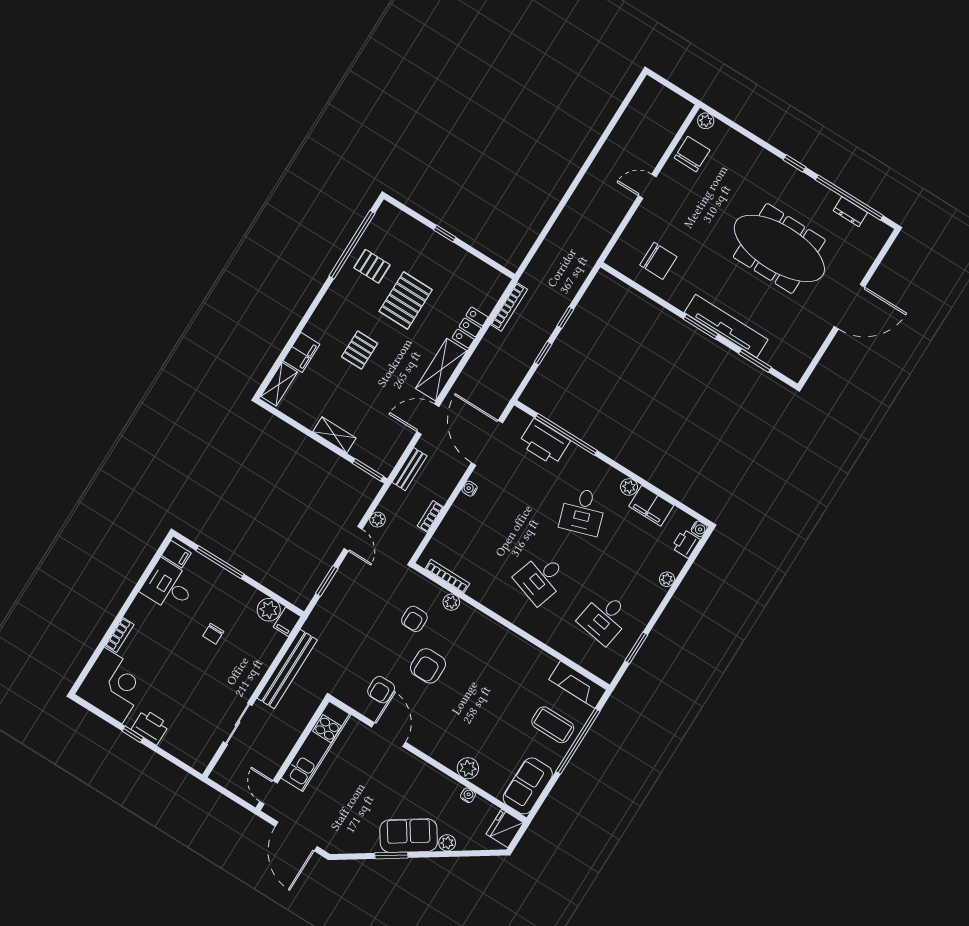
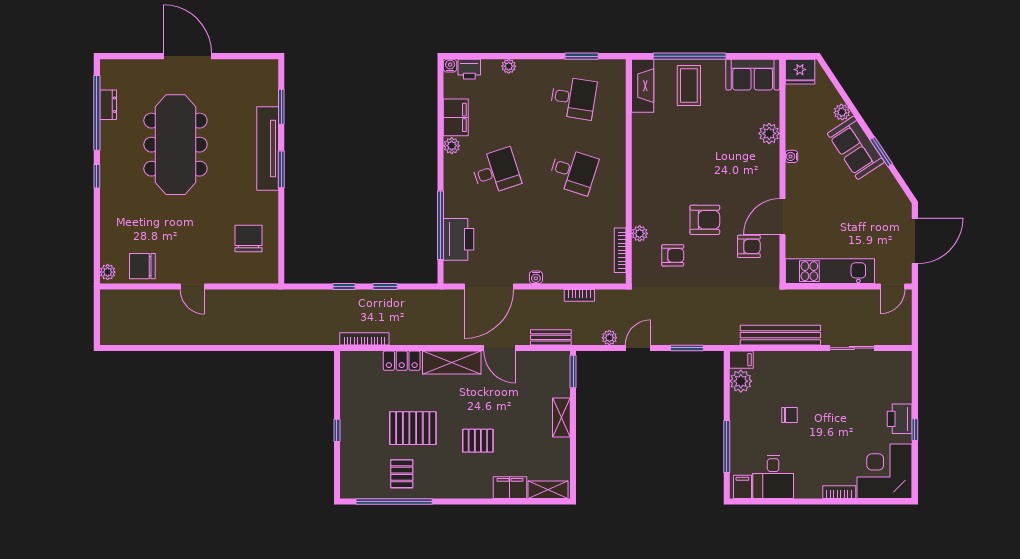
water cooler: (468, 795) -> (791, 156), moved

